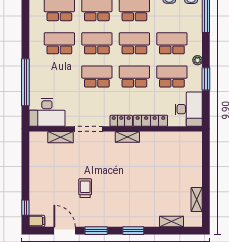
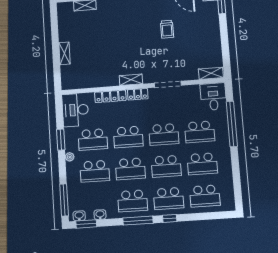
school desk: (59, 77) -> (200, 132), added
desk: (47, 112) -> (213, 97), width x0.73
shelving: (61, 137) -> (211, 73), moved
shelving: (197, 200) -> (64, 53), moved

